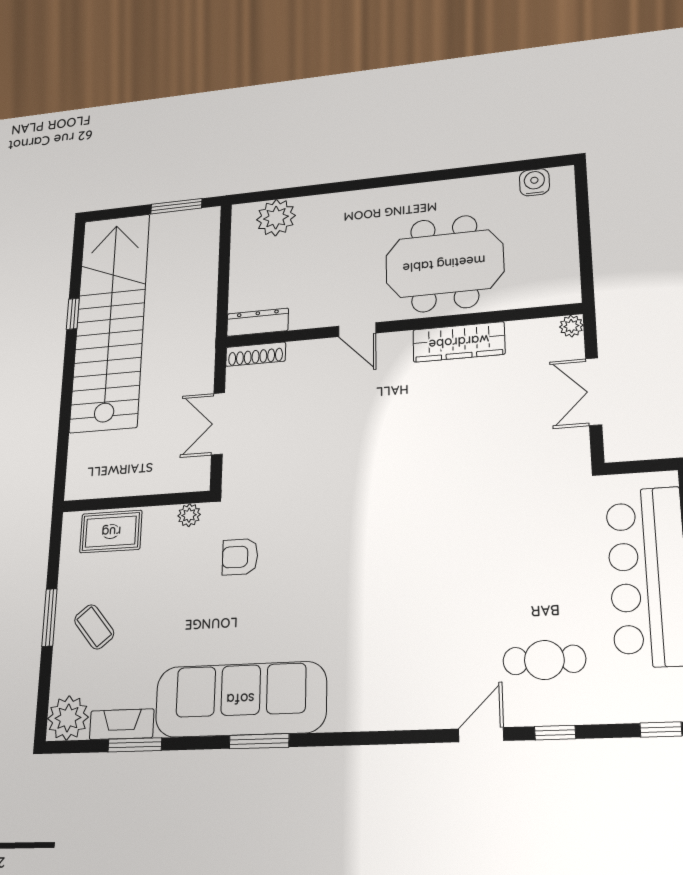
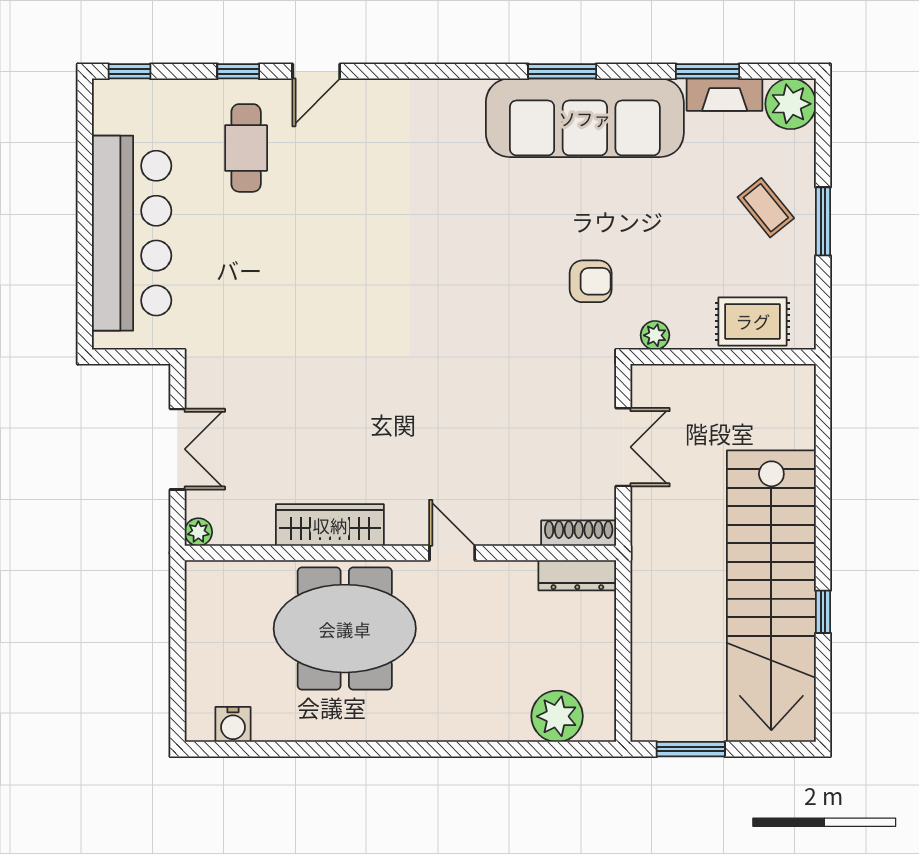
cafe table: (544, 660) -> (246, 148), turned 90

